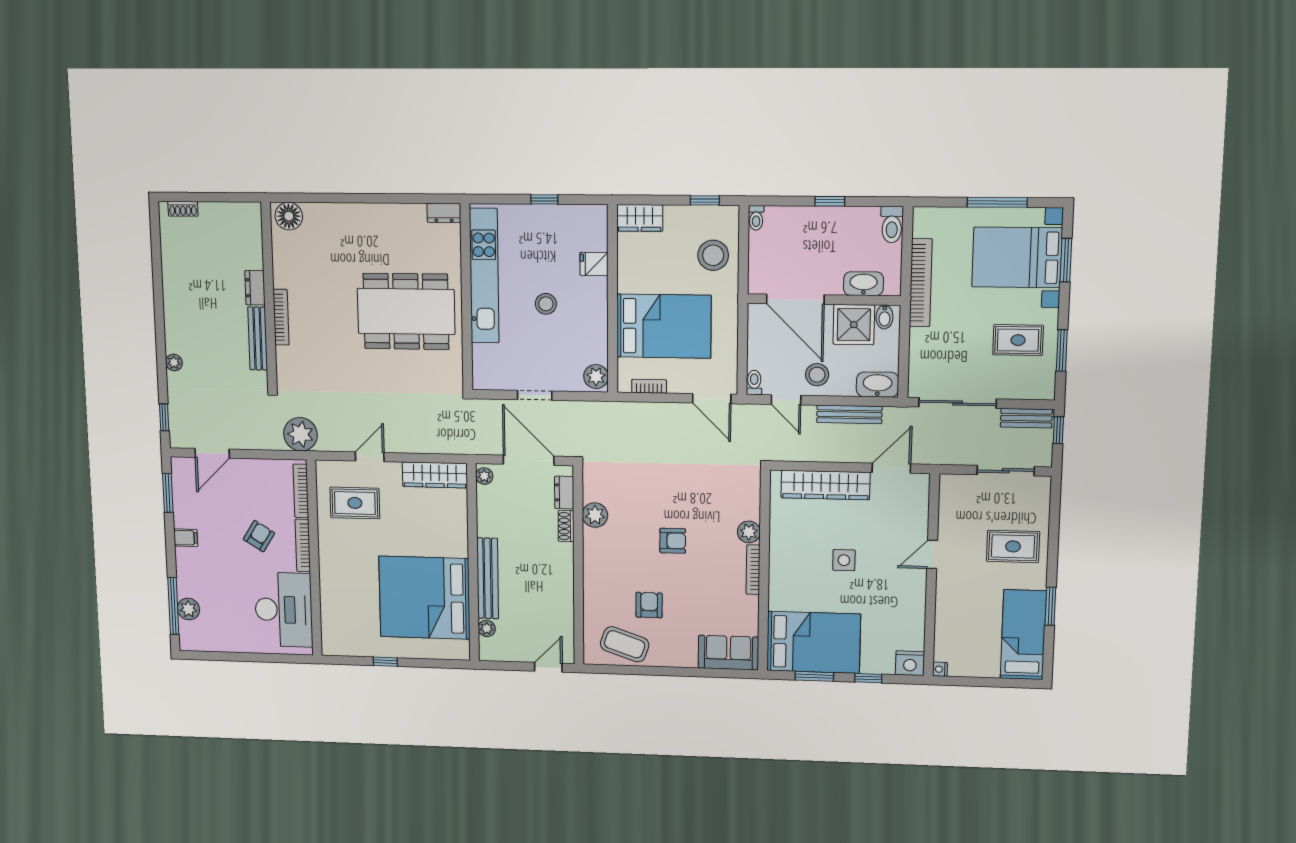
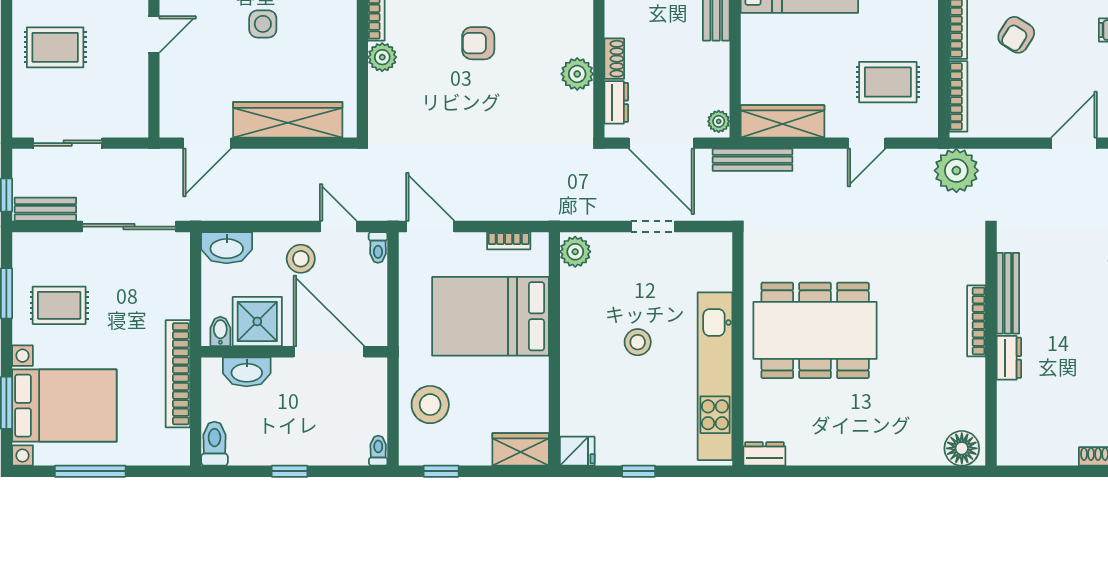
fridge: (594, 264) -> (577, 451), moved
bench: (849, 414) -> (753, 160), moved

